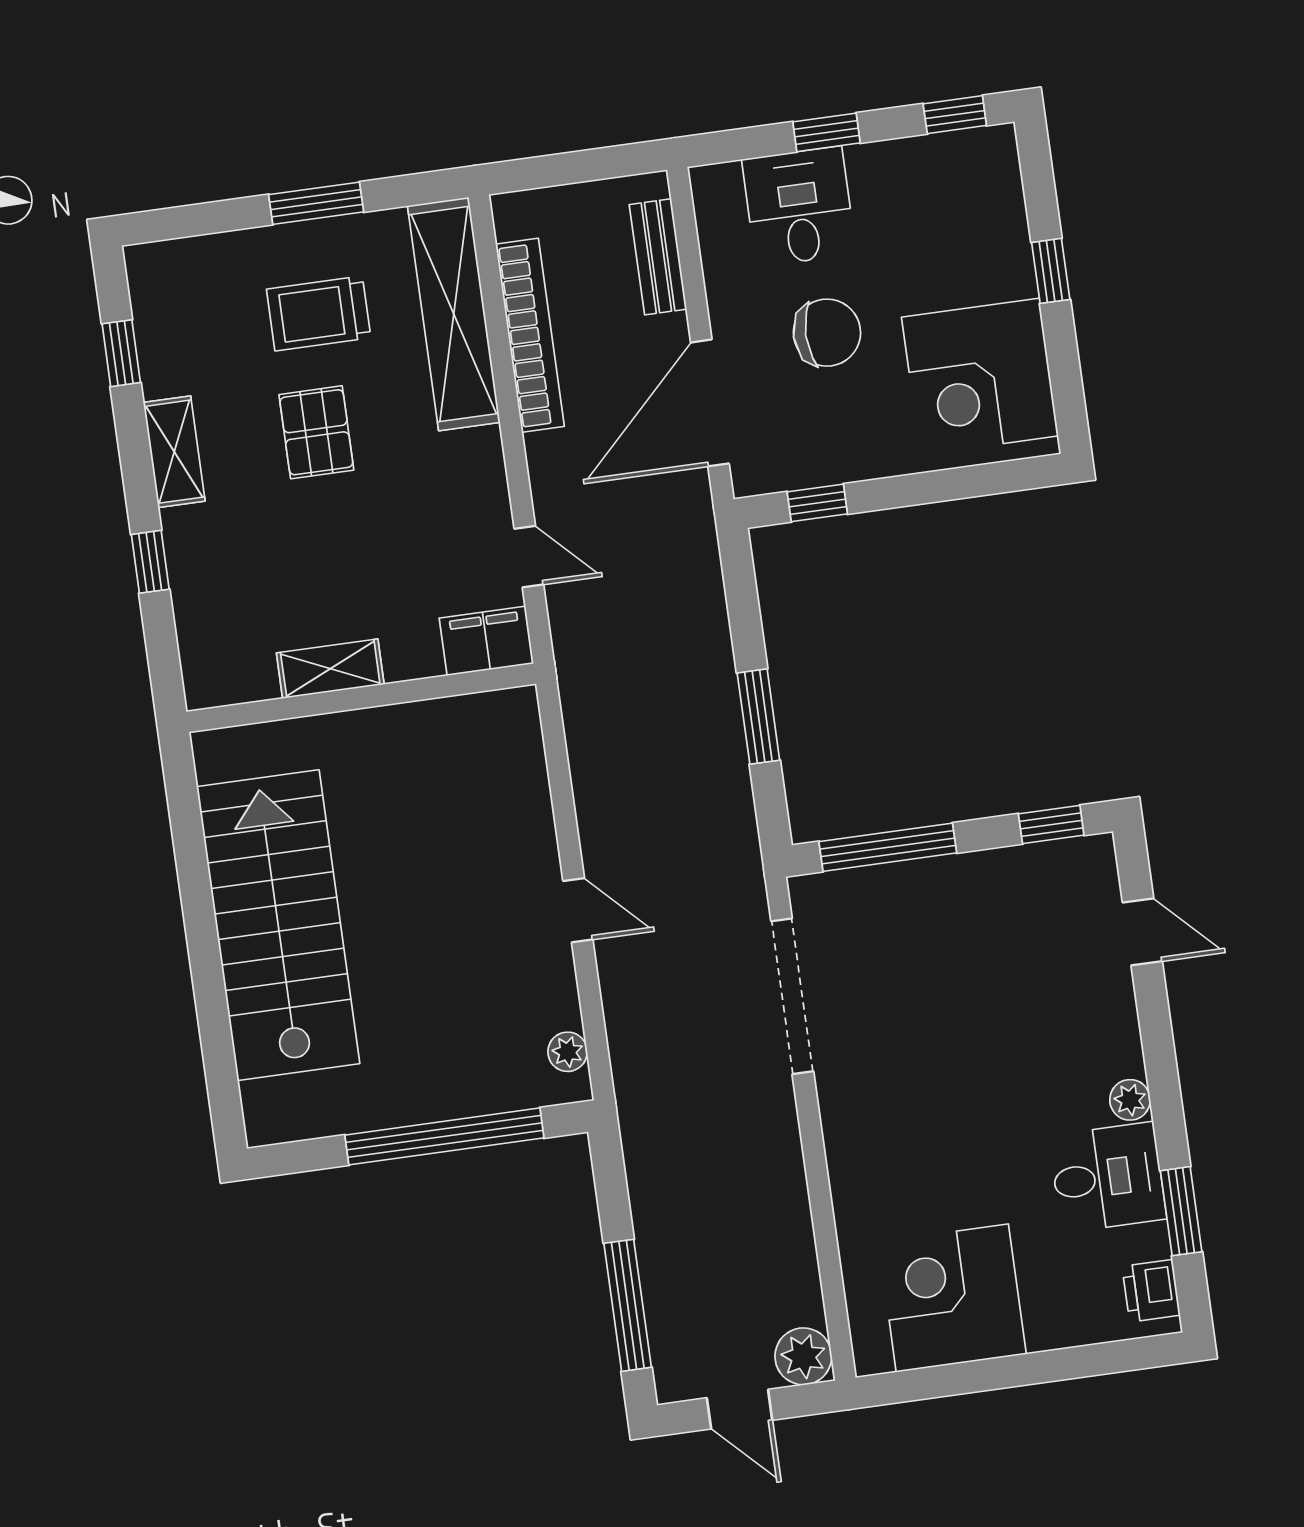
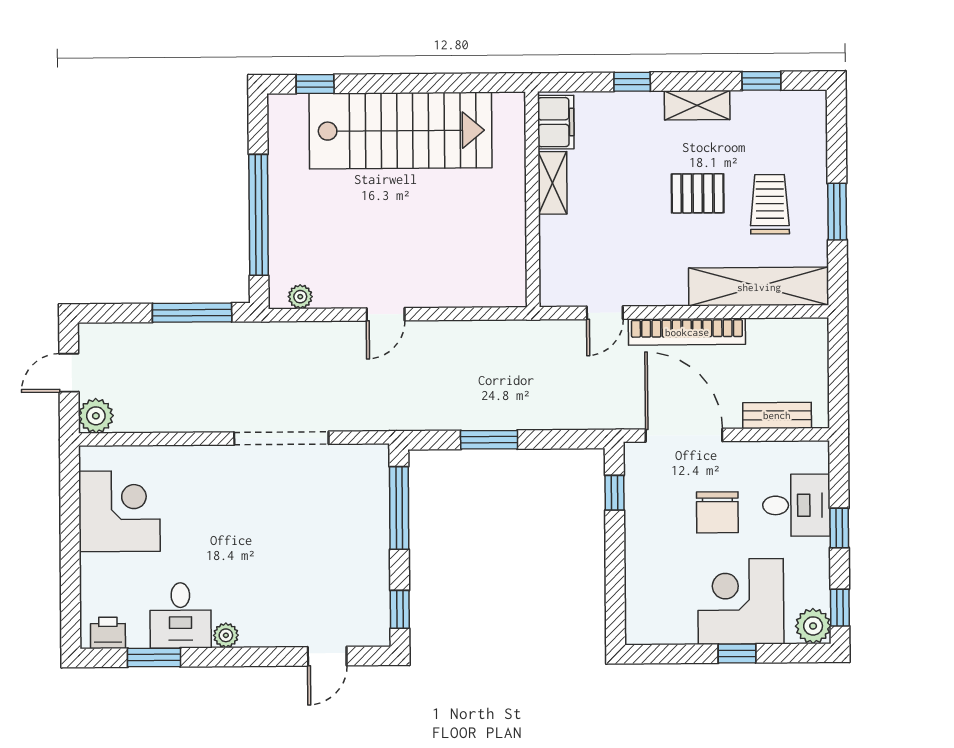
plant: (990, 154) -> (813, 626), added
bookcase: (530, 335) -> (687, 332), moved
corner desk: (980, 377) -> (741, 601), moved
filing cabinet: (486, 641) -> (556, 122), moved
doorway: (792, 996) -> (281, 438), moved
window: (221, 1073) -> (315, 84), added
window: (628, 1305) -> (192, 313), moved

